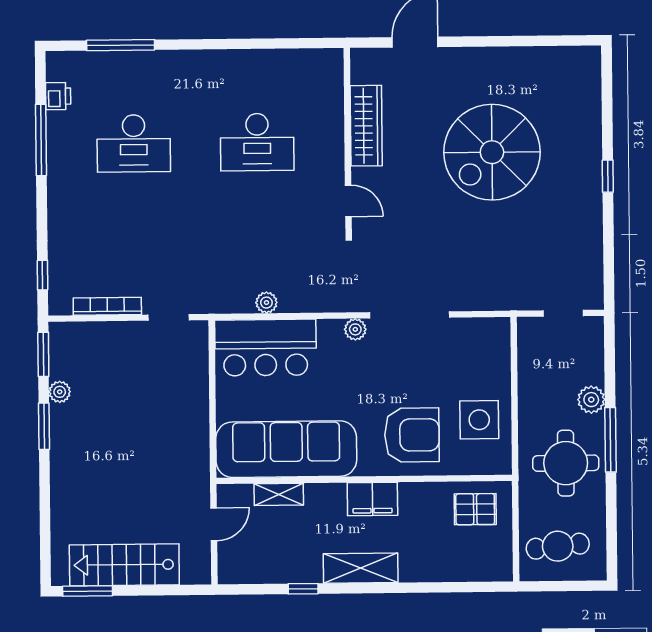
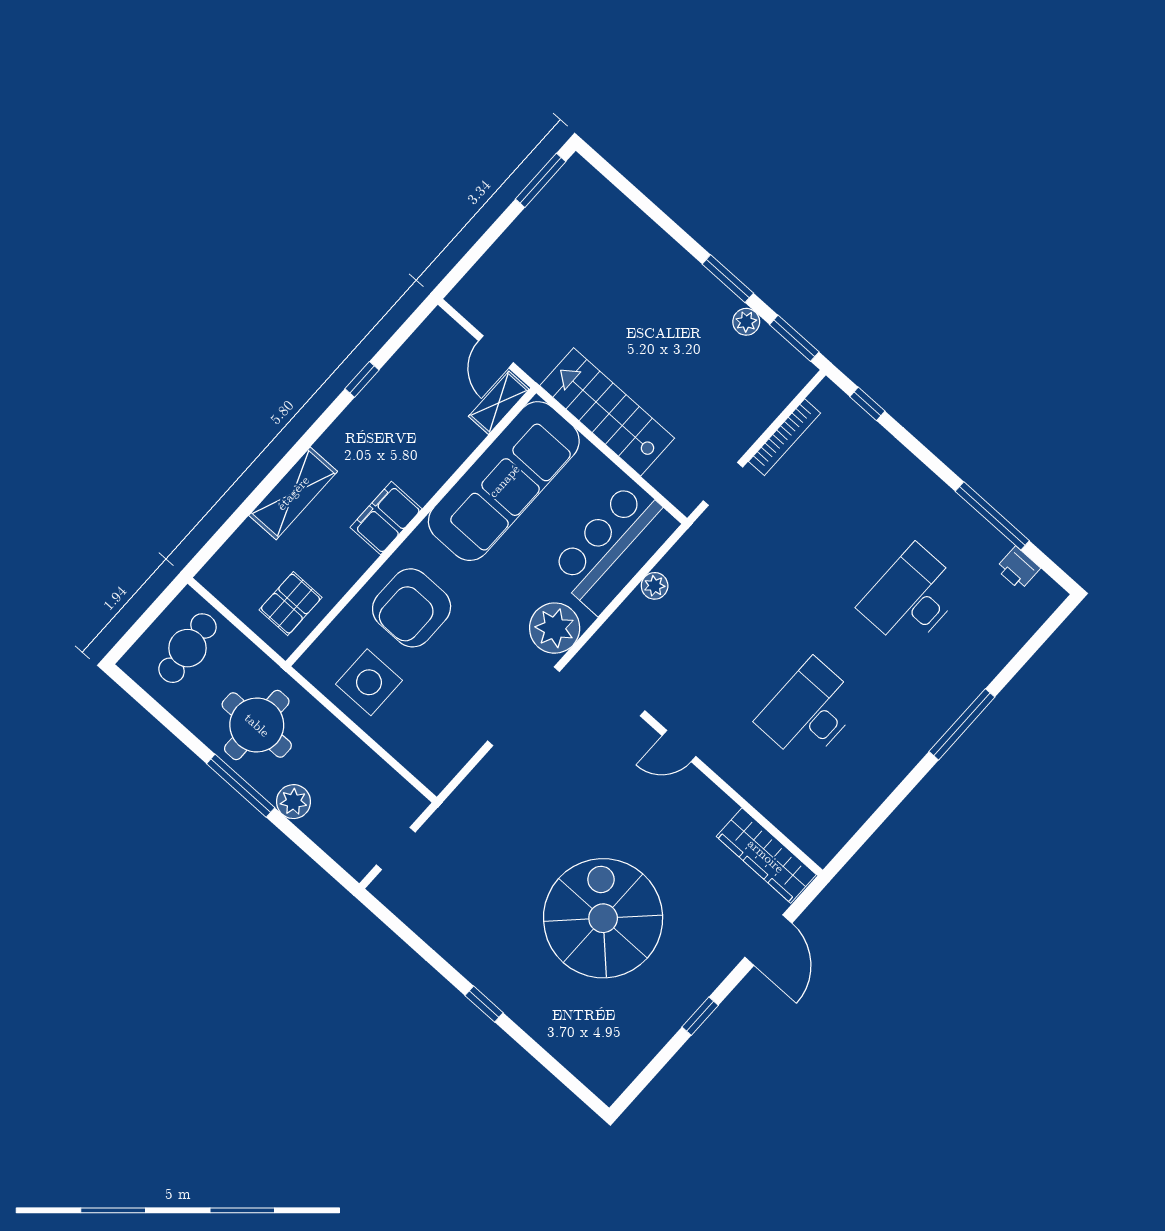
window: (497, 41) -> (700, 1016), added
window: (121, 45) -> (962, 724), moved
wardrobe: (366, 126) -> (766, 856), moved
plant: (355, 329) -> (555, 628), width x1.88, depth x1.88
shelving: (279, 494) -> (499, 403), moved
stairs: (124, 565) -> (607, 412), moved, turned -90
shelving: (361, 568) -> (293, 493), moved

